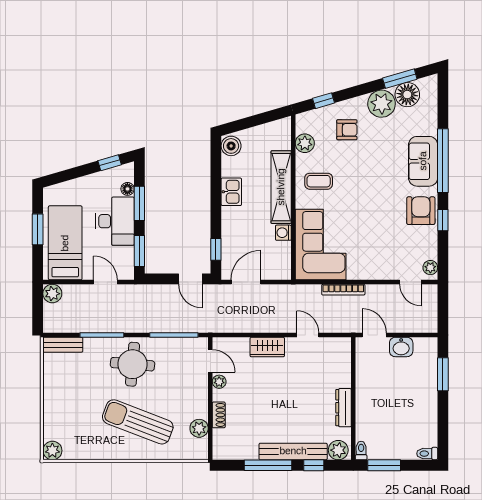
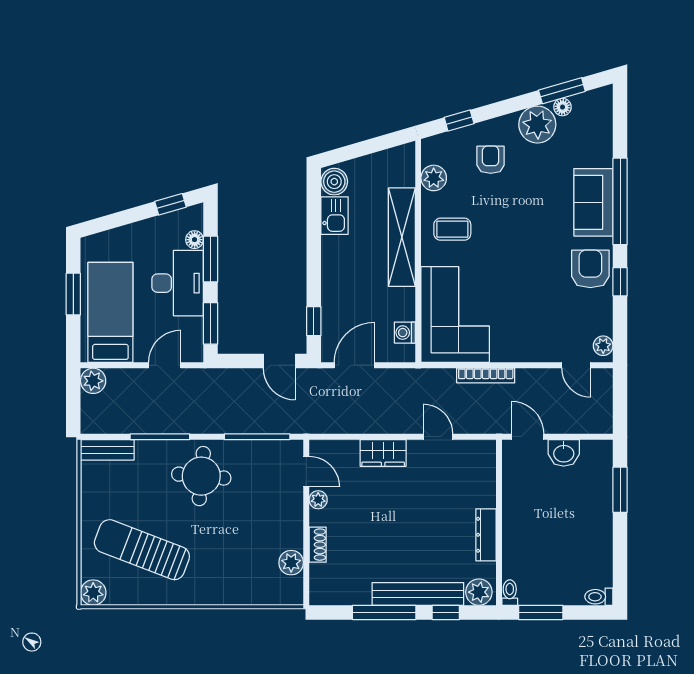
floor lamp: (407, 95) -> (563, 107), width x0.53, depth x0.53
armchair: (347, 130) -> (491, 160), turned -90
kitchen sink: (231, 192) -> (335, 216), moved
washing machine: (283, 233) -> (405, 333), moved
door: (105, 282) -> (165, 365), hinge flipped
sun lounger: (138, 422) -> (142, 550), moved

